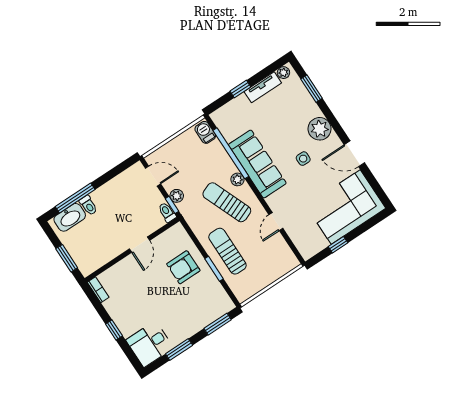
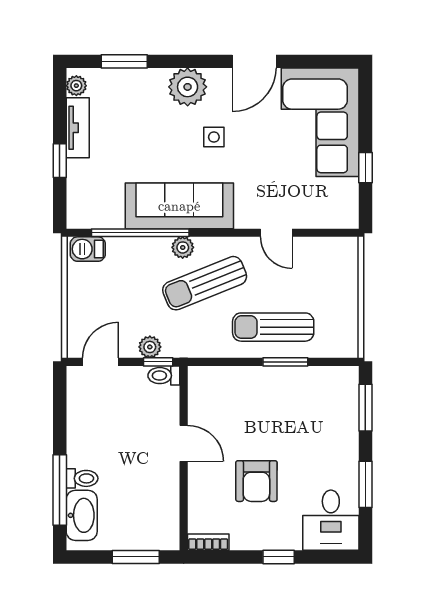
armchair: (183, 267) -> (256, 481), moved

